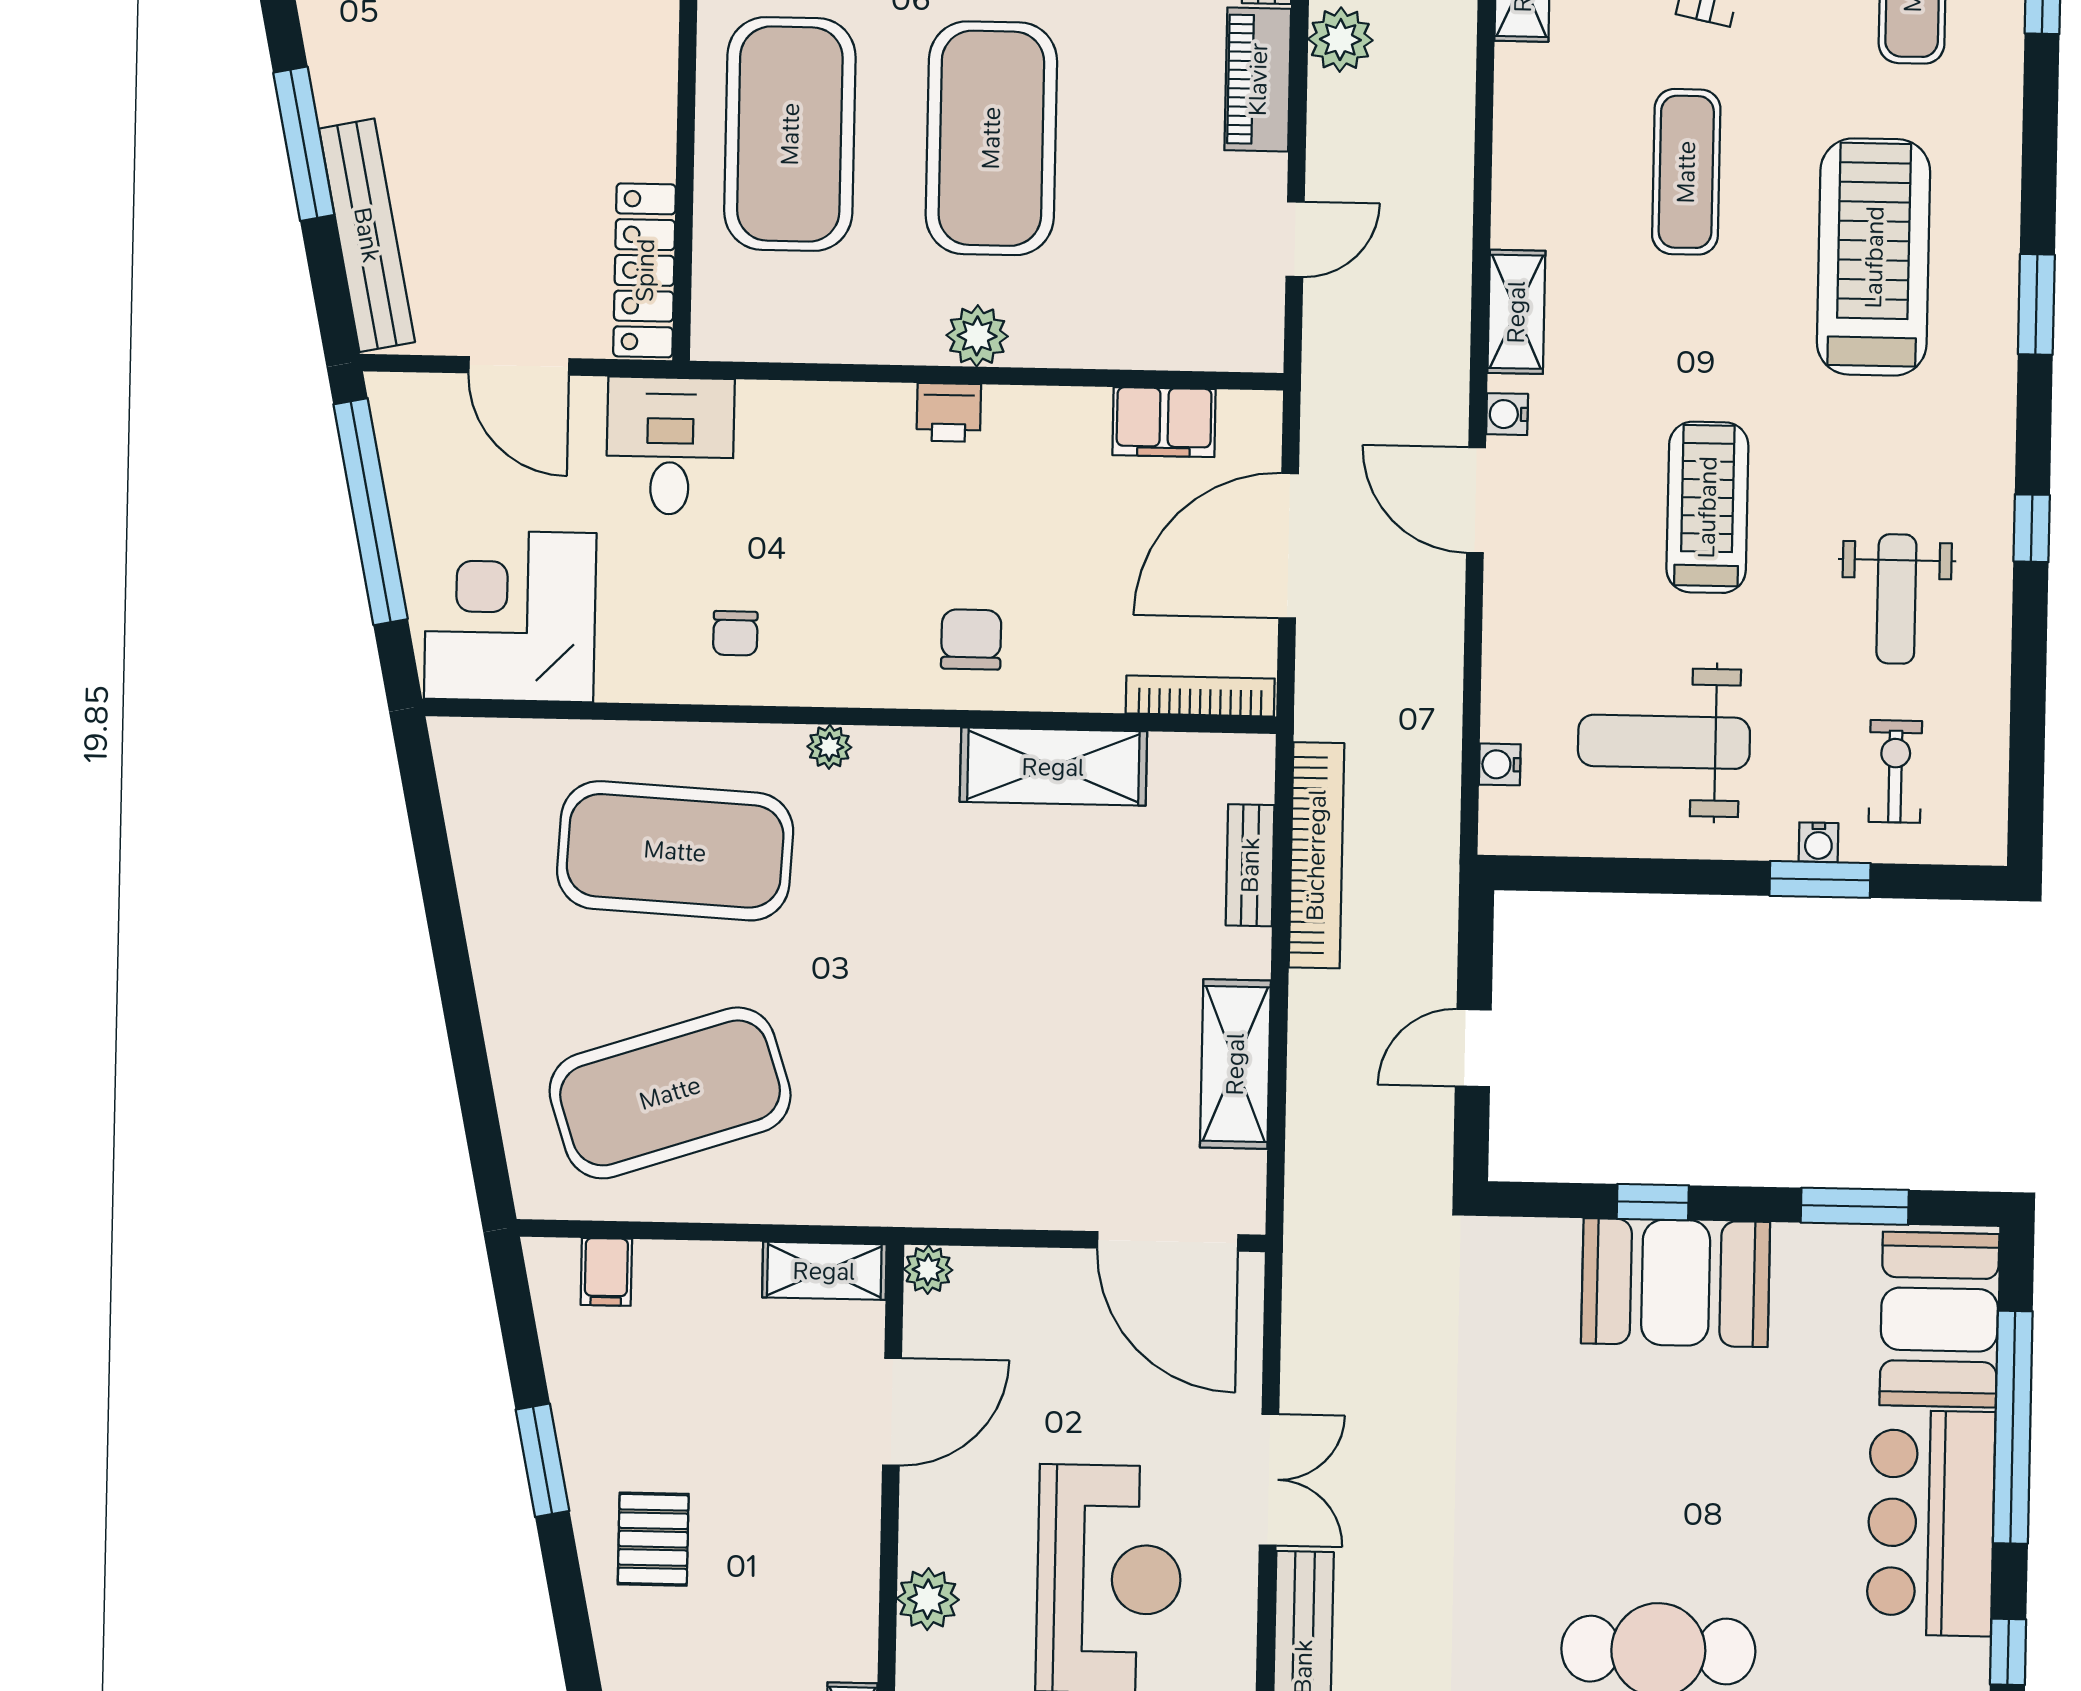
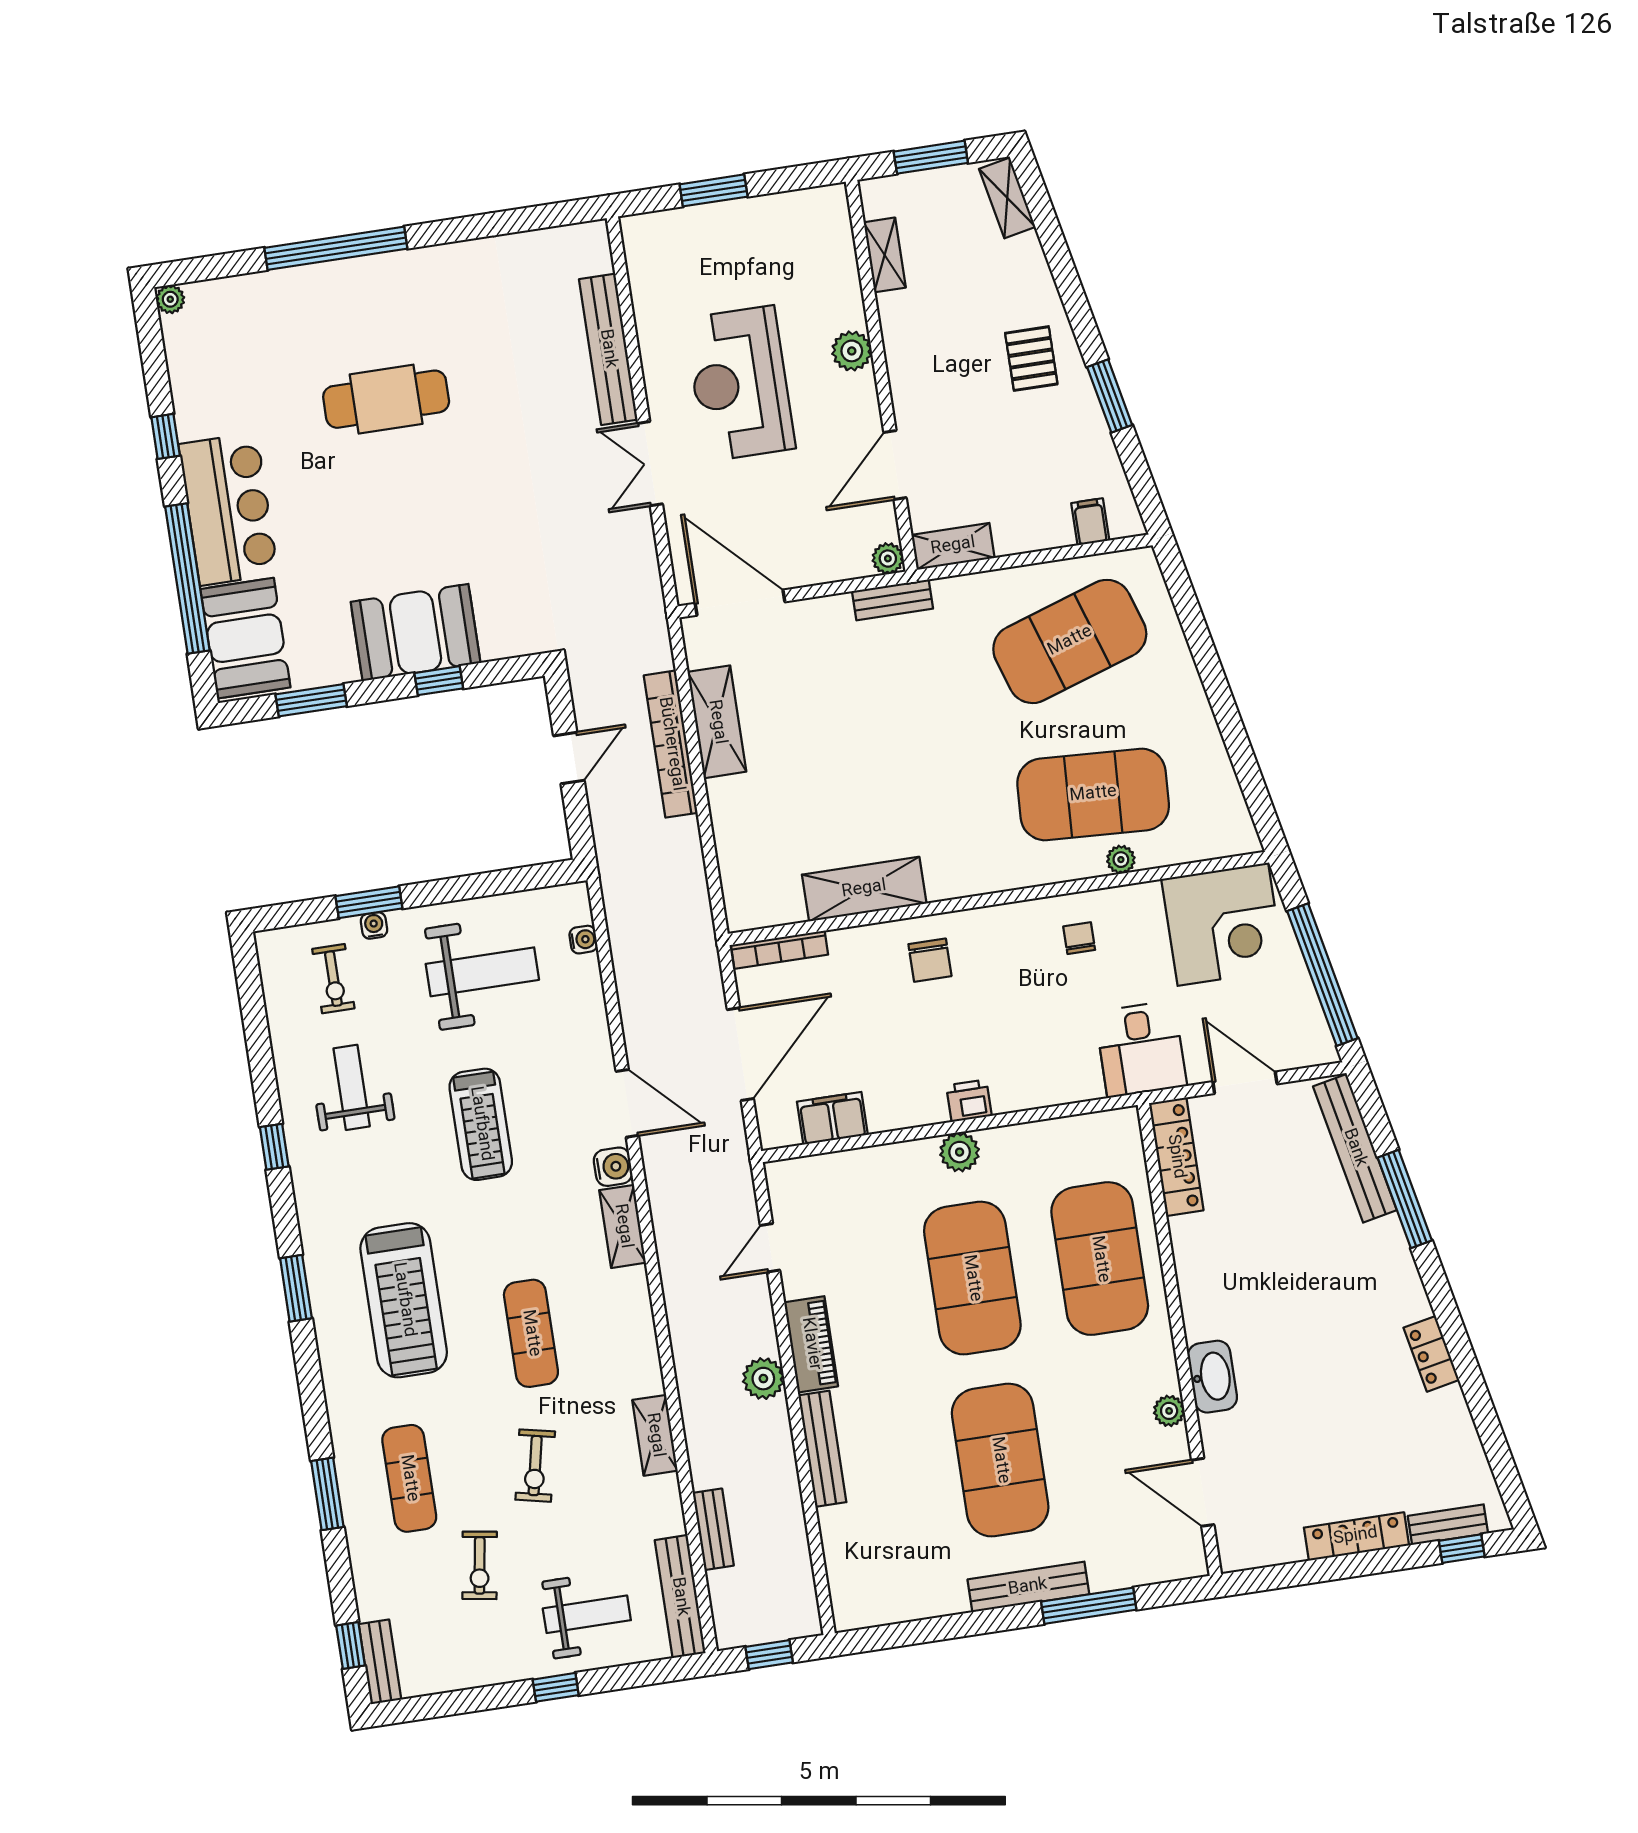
water cooler: (1507, 414) -> (613, 1167), width x1.38, depth x1.38
plant: (829, 747) -> (1121, 860), moved
bookcase: (1316, 855) -> (671, 744), moved
bench: (1250, 865) -> (892, 600), moved, turned 90

